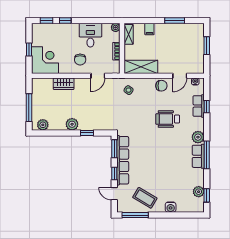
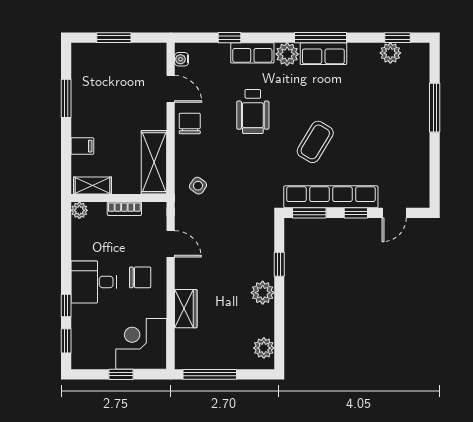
desk: (90, 35) -> (94, 282), moved
row of seats: (199, 106) -> (252, 53), moved
window: (29, 108) -> (210, 374), moved
coffee table: (145, 198) -> (315, 142), moved
water cooler: (171, 207) -> (420, 106), removed
window: (135, 215) -> (435, 108), moved

